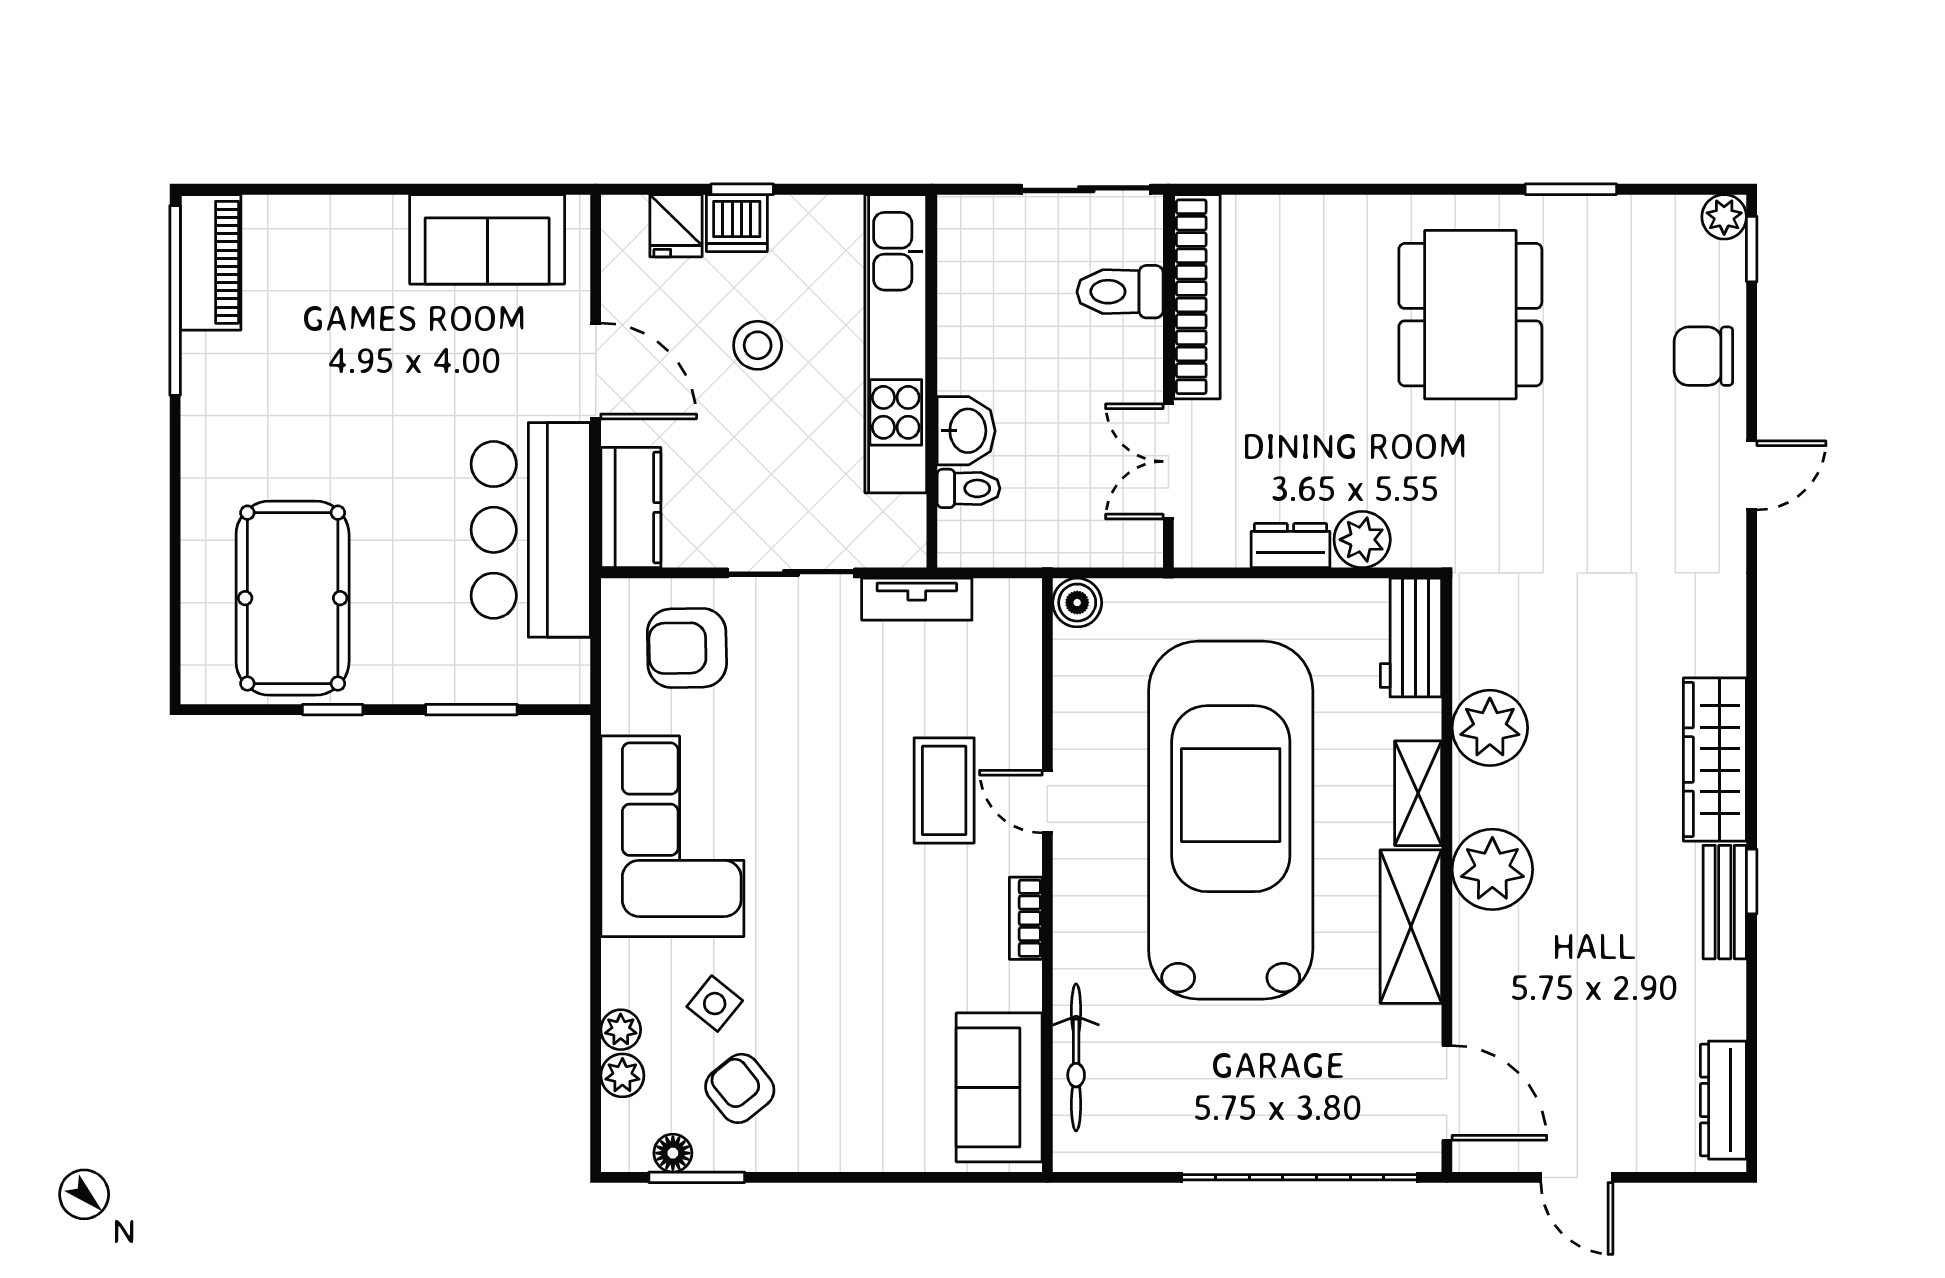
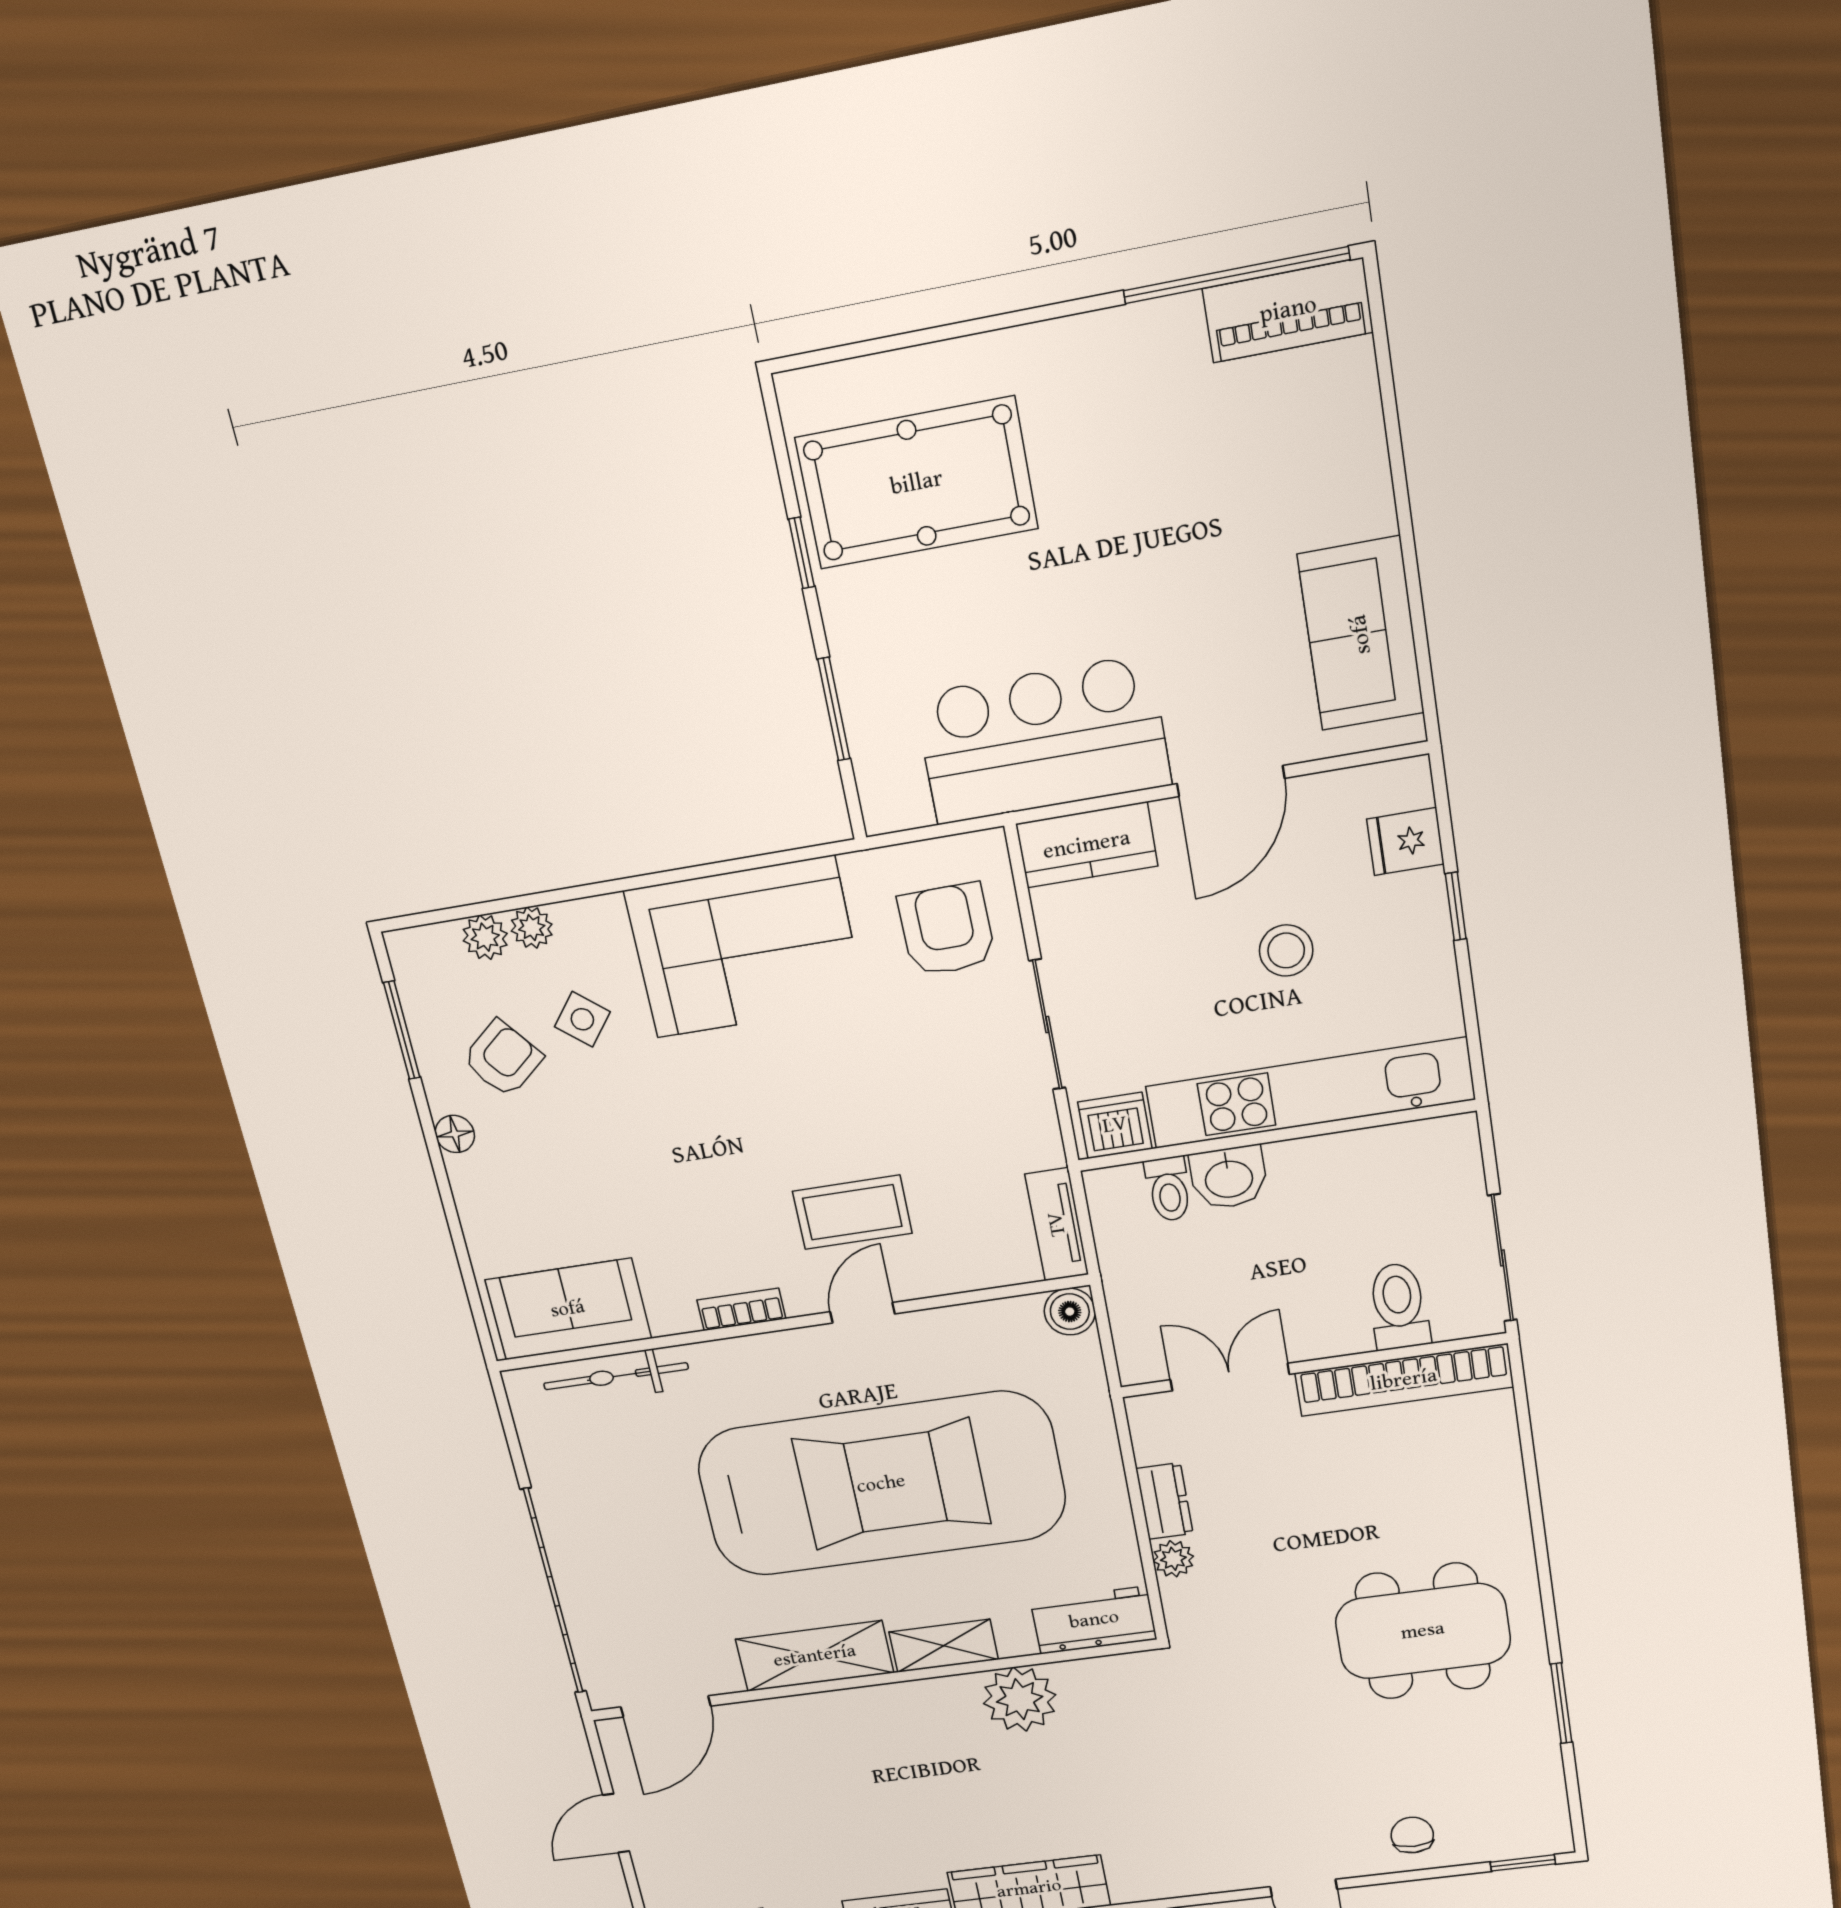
plant: (1724, 217) -> (1551, 1837), removed
dishwasher: (737, 223) -> (1115, 1125), moved, turned 90
chair: (1703, 356) -> (1412, 1835), width x0.73, depth x0.73
plant: (1362, 540) -> (1173, 1559), width x0.73, depth x0.73
tv unit: (917, 599) -> (1057, 1224), moved
plant: (1492, 869) -> (885, 1718), removed
floor lamp: (673, 1153) -> (455, 1134), moved

